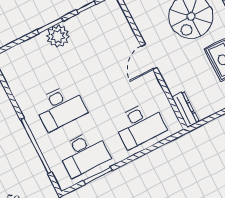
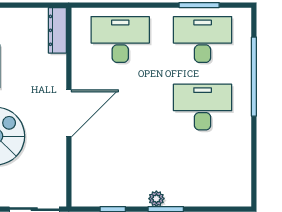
plant: (58, 36) -> (156, 199), width x0.53, depth x0.53
door: (149, 57) -> (69, 113), width x1.36

